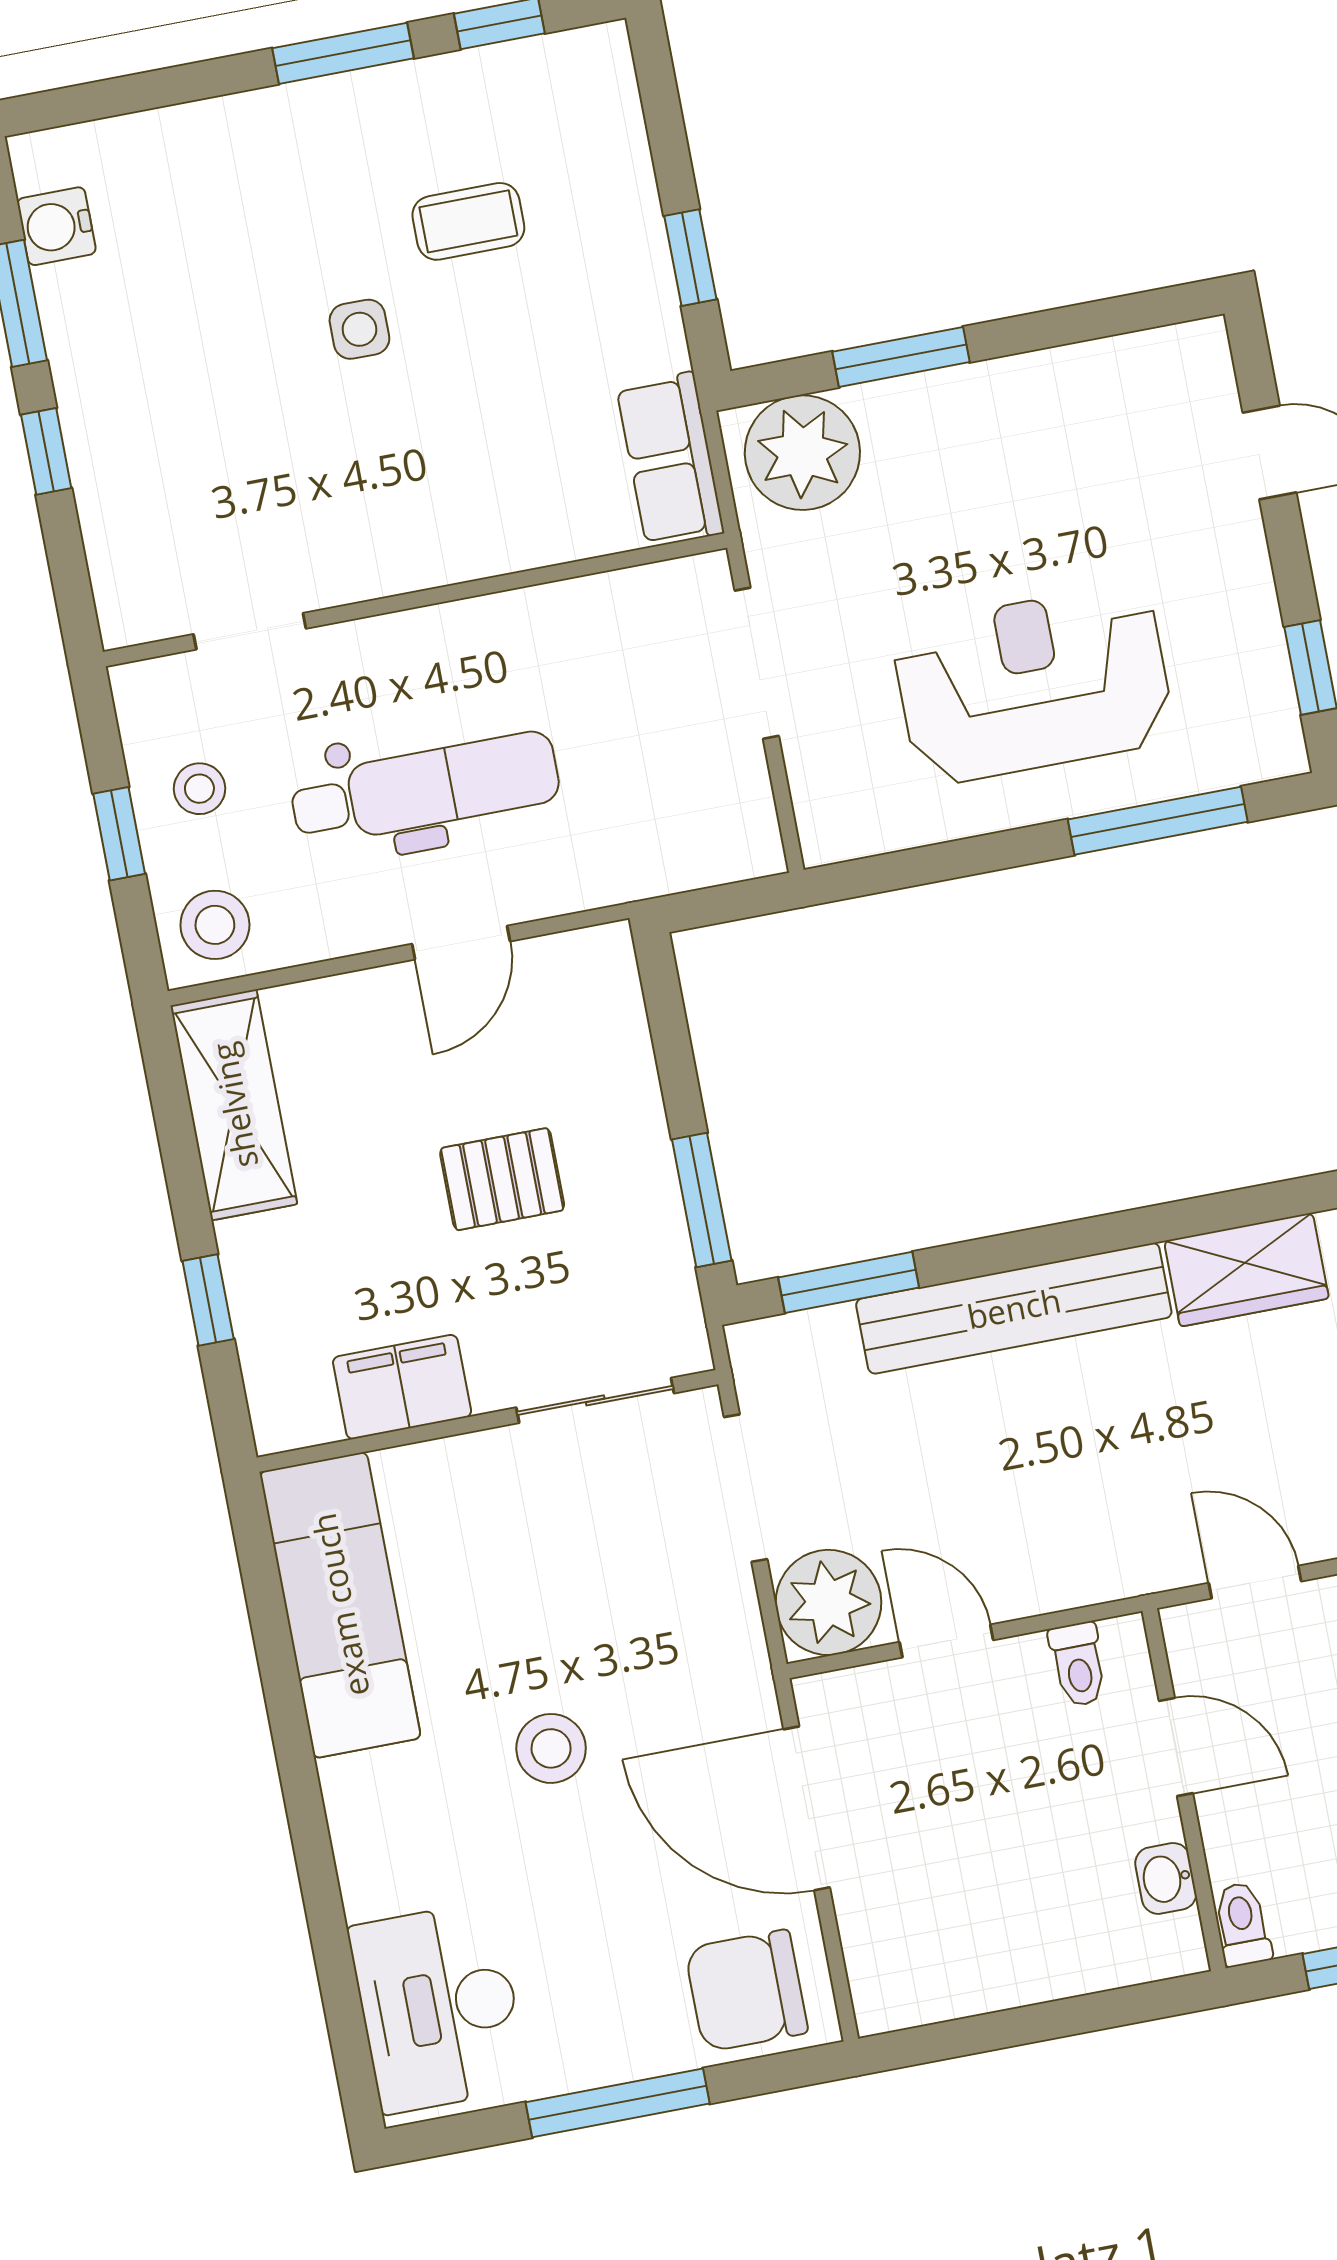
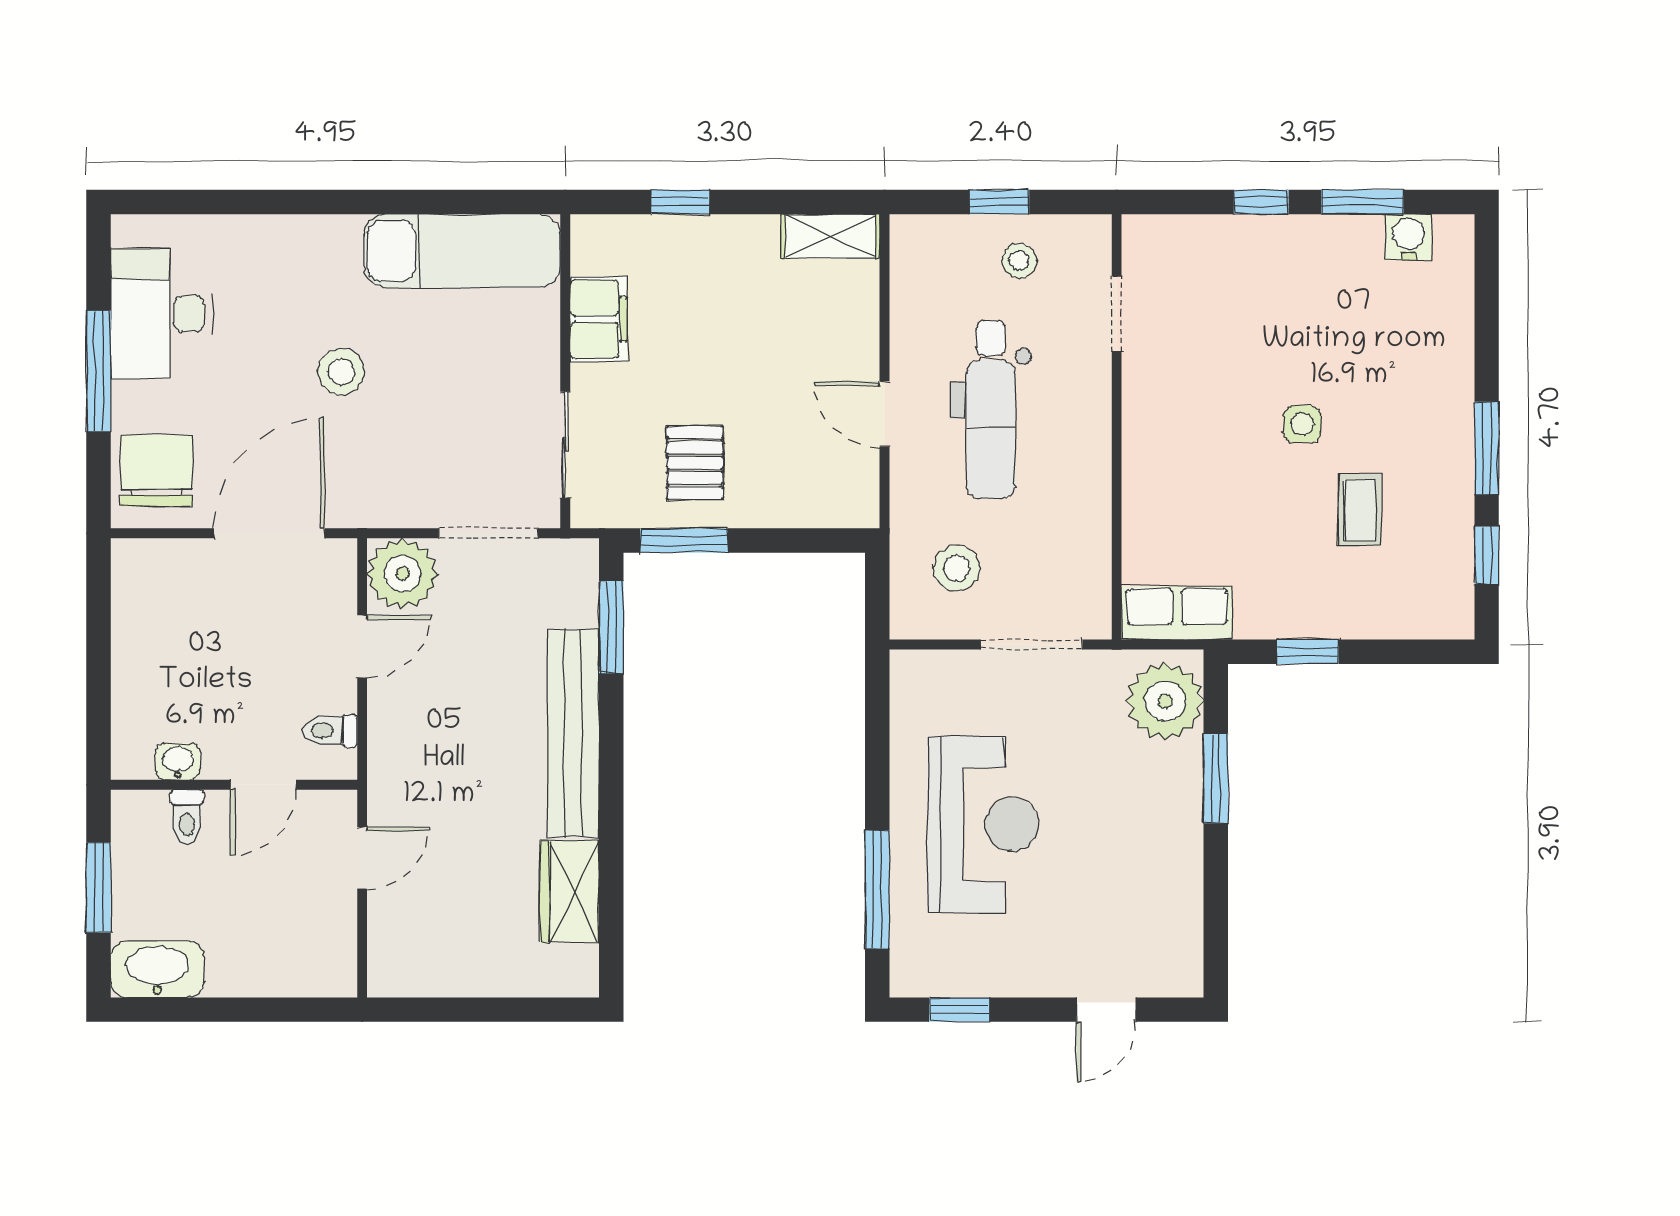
stool: (215, 925) -> (957, 568), moved
shelving: (234, 1105) -> (831, 236), width x0.67, depth x0.75
pallet: (502, 1179) -> (695, 463), moved
toilet: (1242, 1924) -> (187, 817), moved, turned 90
desk: (439, 2007) -> (162, 314), moved, turned -90

